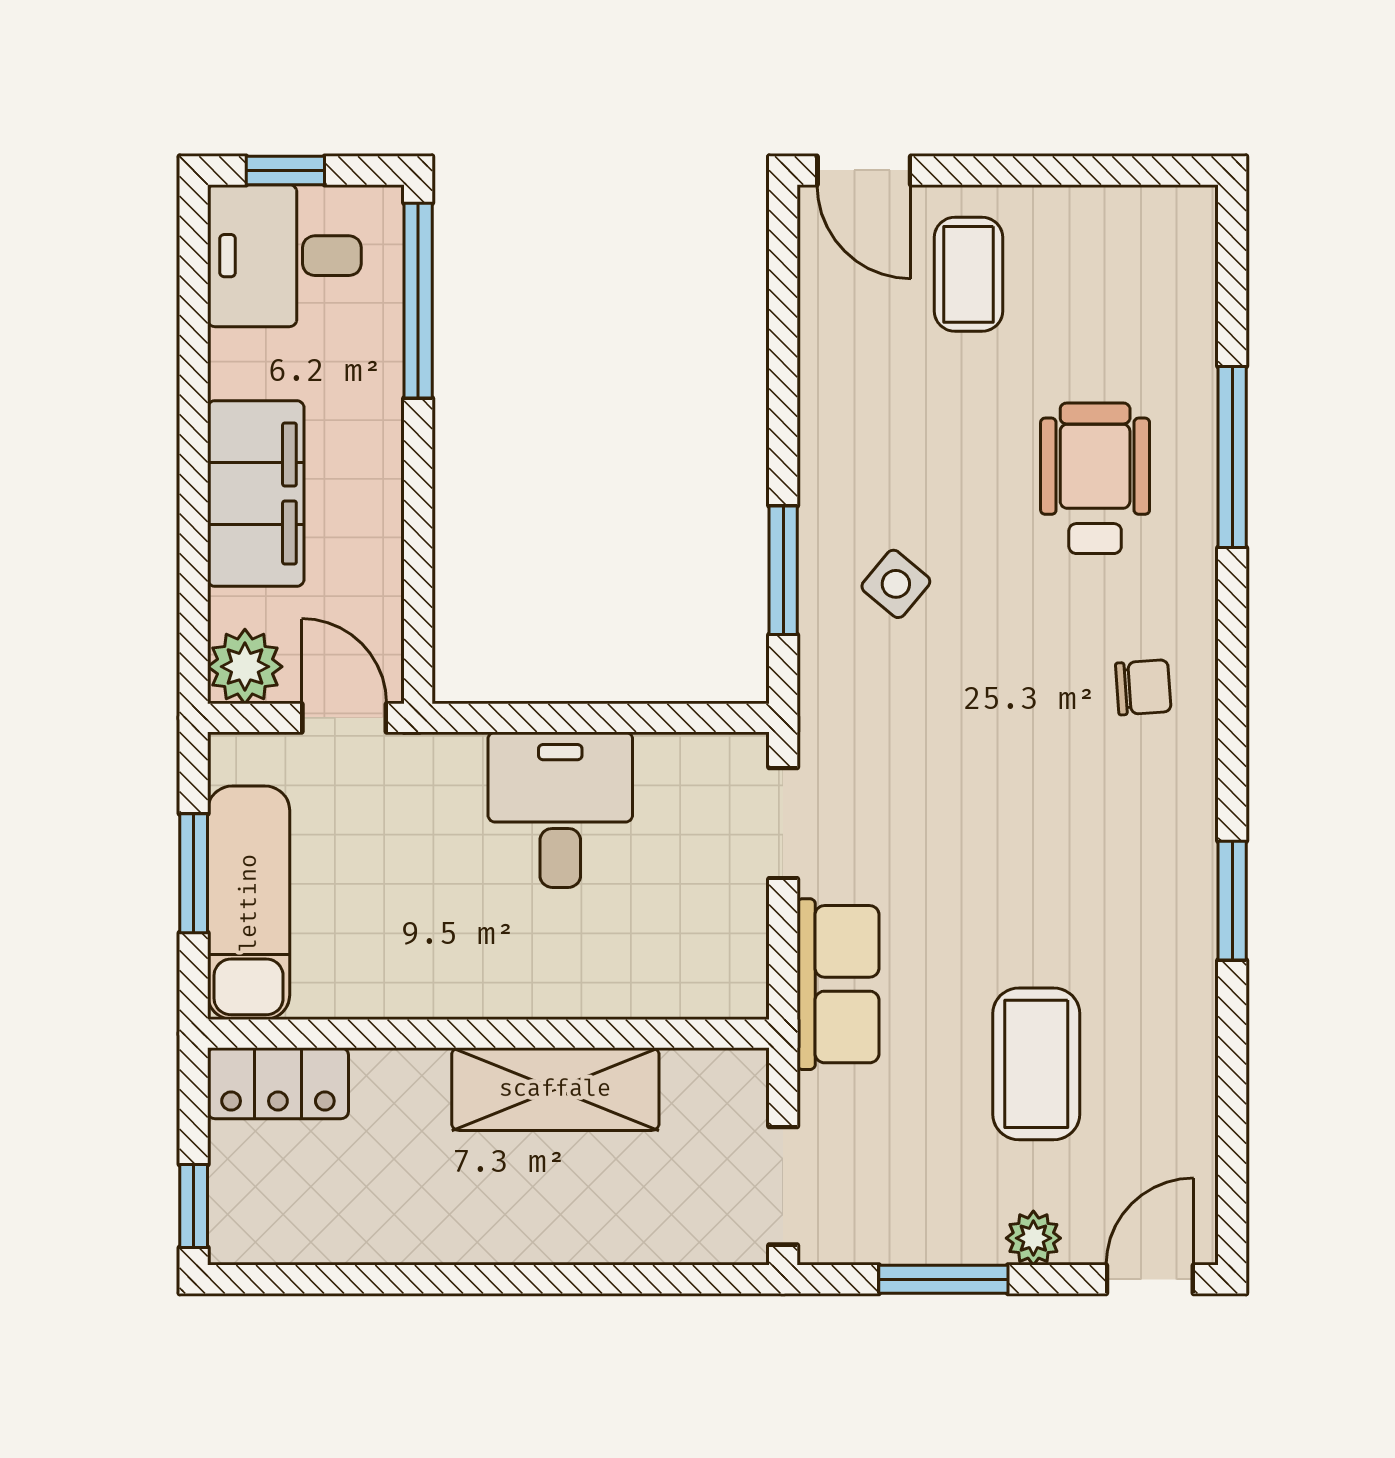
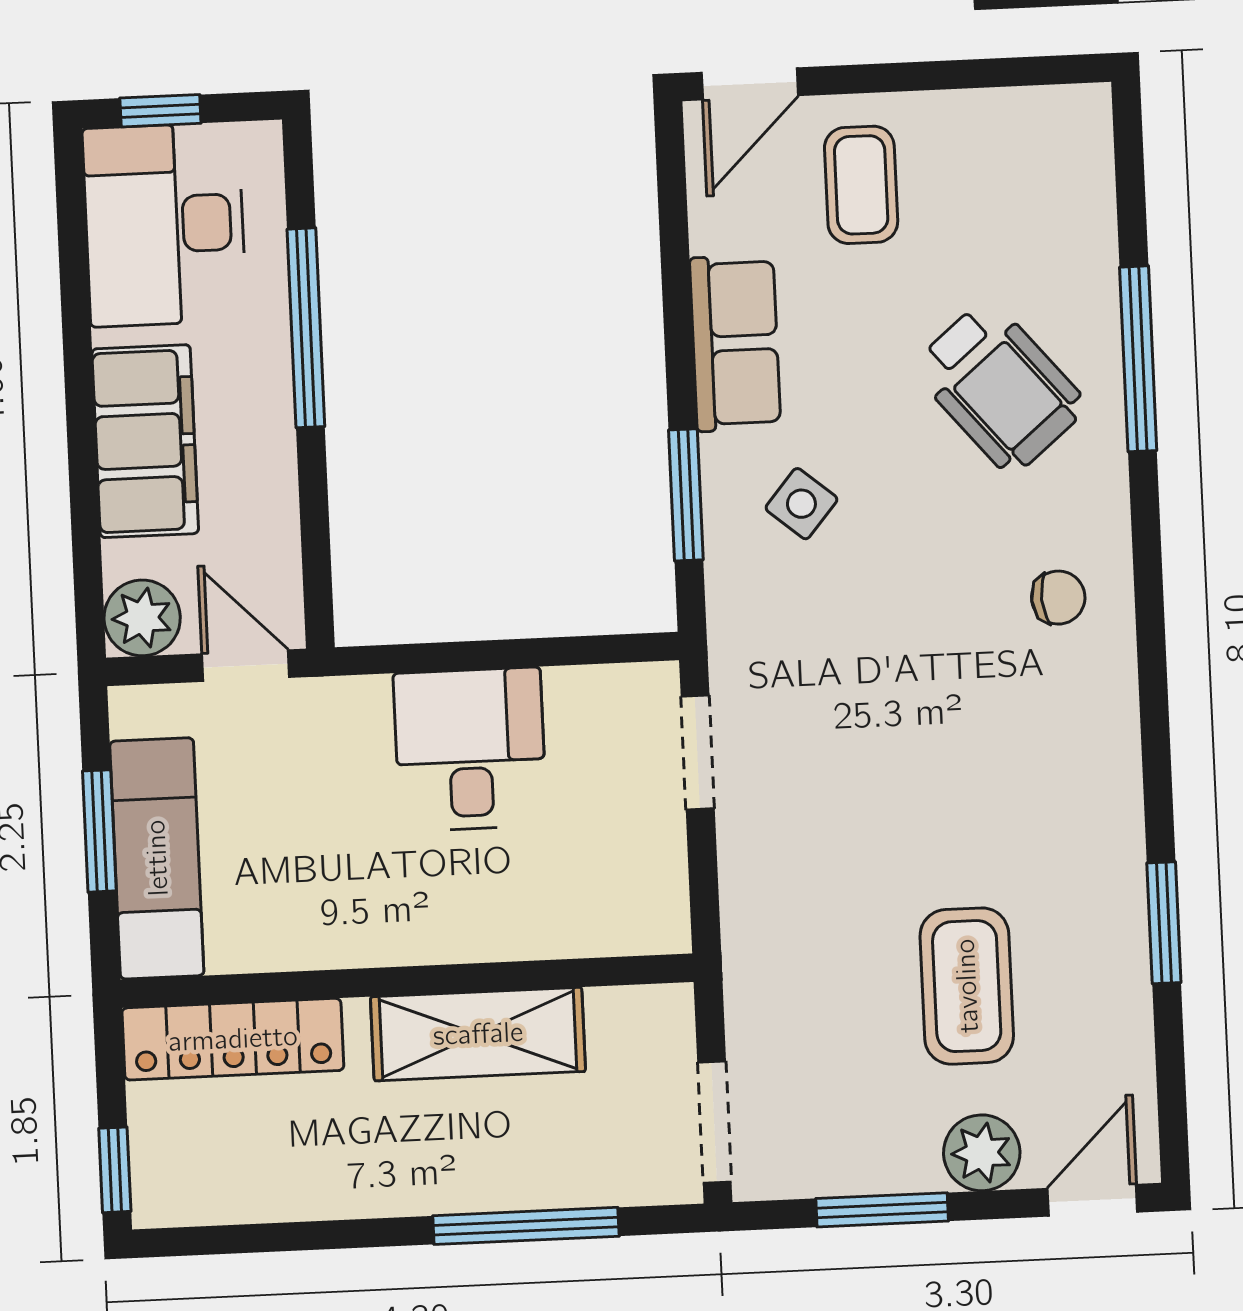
door: (864, 170) -> (750, 84), hinge flipped
desk: (284, 256) -> (165, 225), width x1.37
window: (418, 301) -> (306, 328), moved
wheelchair: (1095, 478) -> (999, 387), turned 140
window: (1232, 901) -> (1164, 923), moved
row of seats: (838, 984) -> (735, 343), moved
locker: (278, 1083) -> (233, 1039), width x1.53
plant: (1033, 1238) -> (982, 1153), width x1.38, depth x1.38
window: (594, 1279) -> (526, 1226), added

